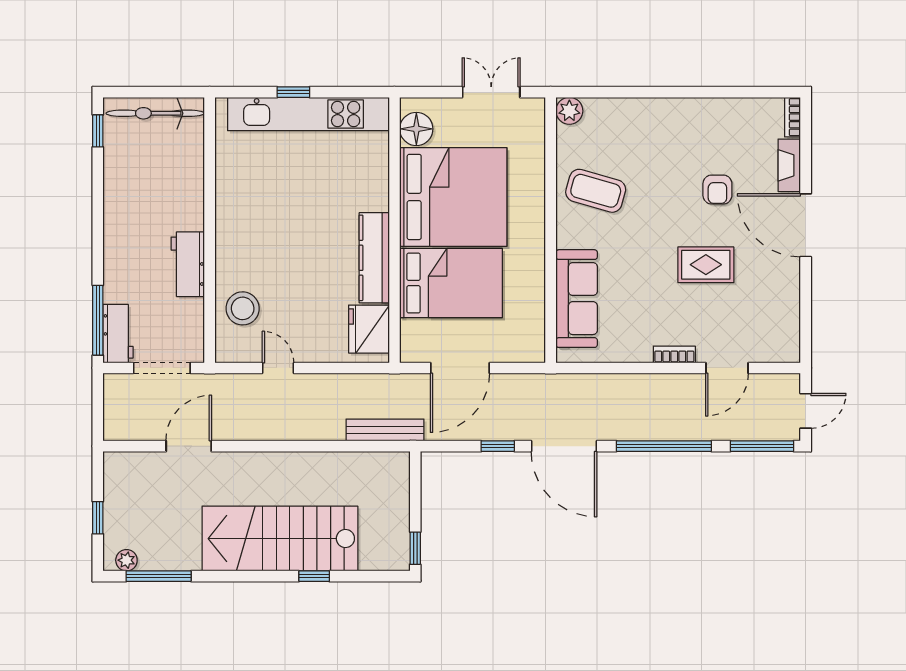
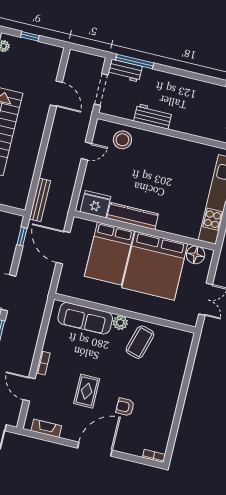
plant: (569, 111) -> (120, 323), moved
fireplace: (789, 165) -> (46, 428), moved
window: (498, 446) -> (22, 236), moved

